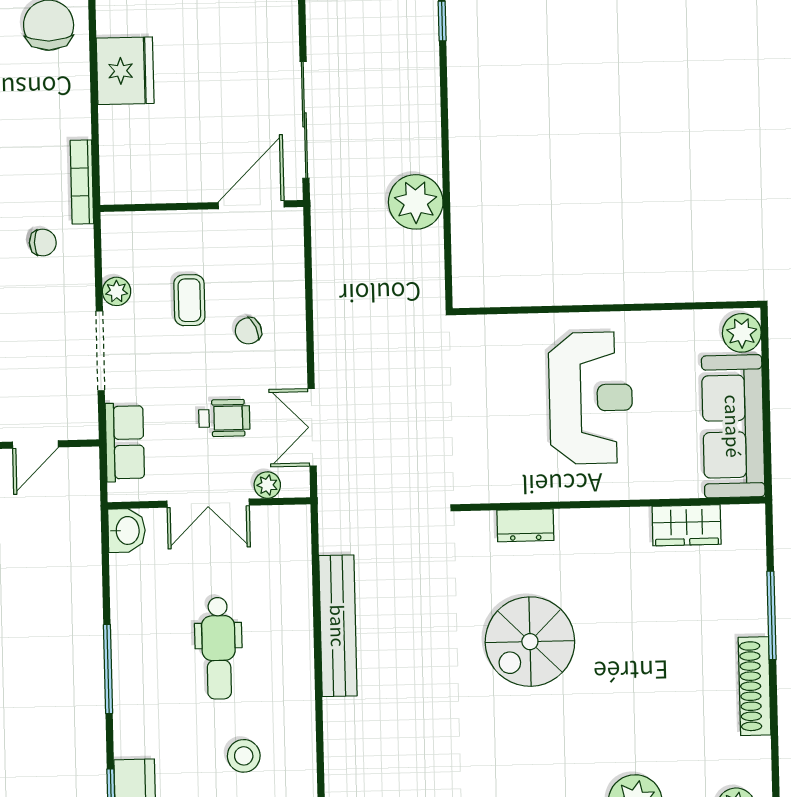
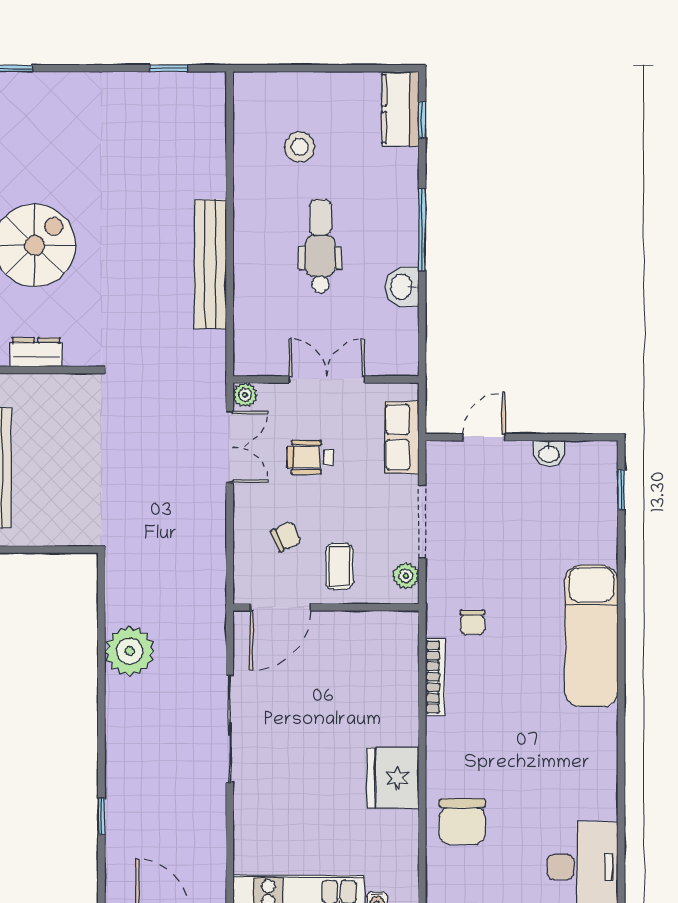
door: (251, 205) -> (280, 607), moved
wall: (202, 206) -> (326, 607), moved
chair: (43, 243) -> (472, 622), turned -90
plant: (267, 485) -> (245, 395), moved
washbasin: (127, 530) -> (402, 287), moved

